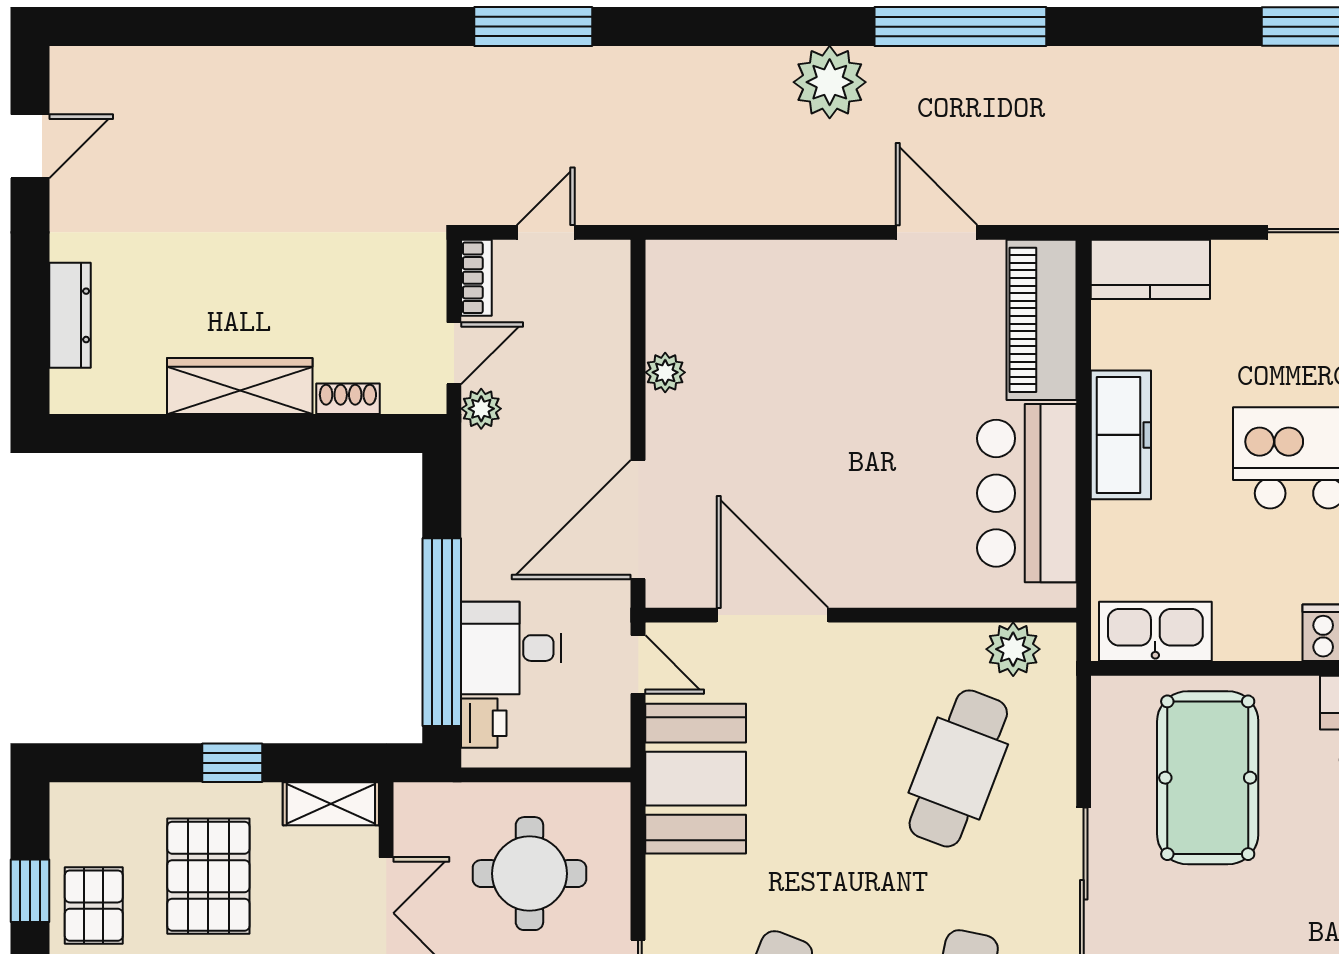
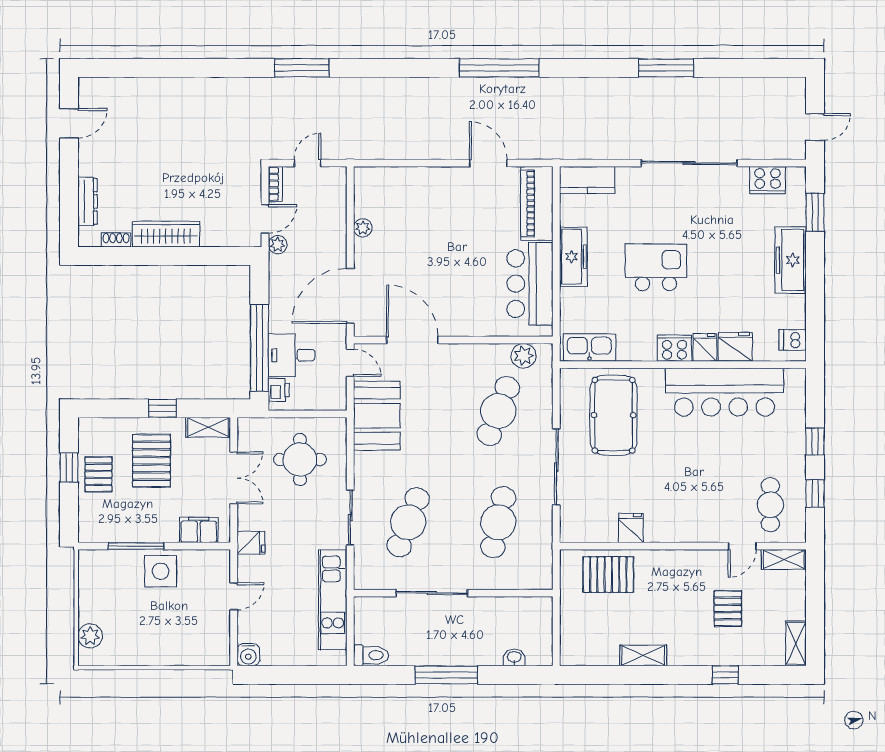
plant: (830, 82) -> (439, 94), removed
shoe rack: (348, 399) -> (116, 240), moved

